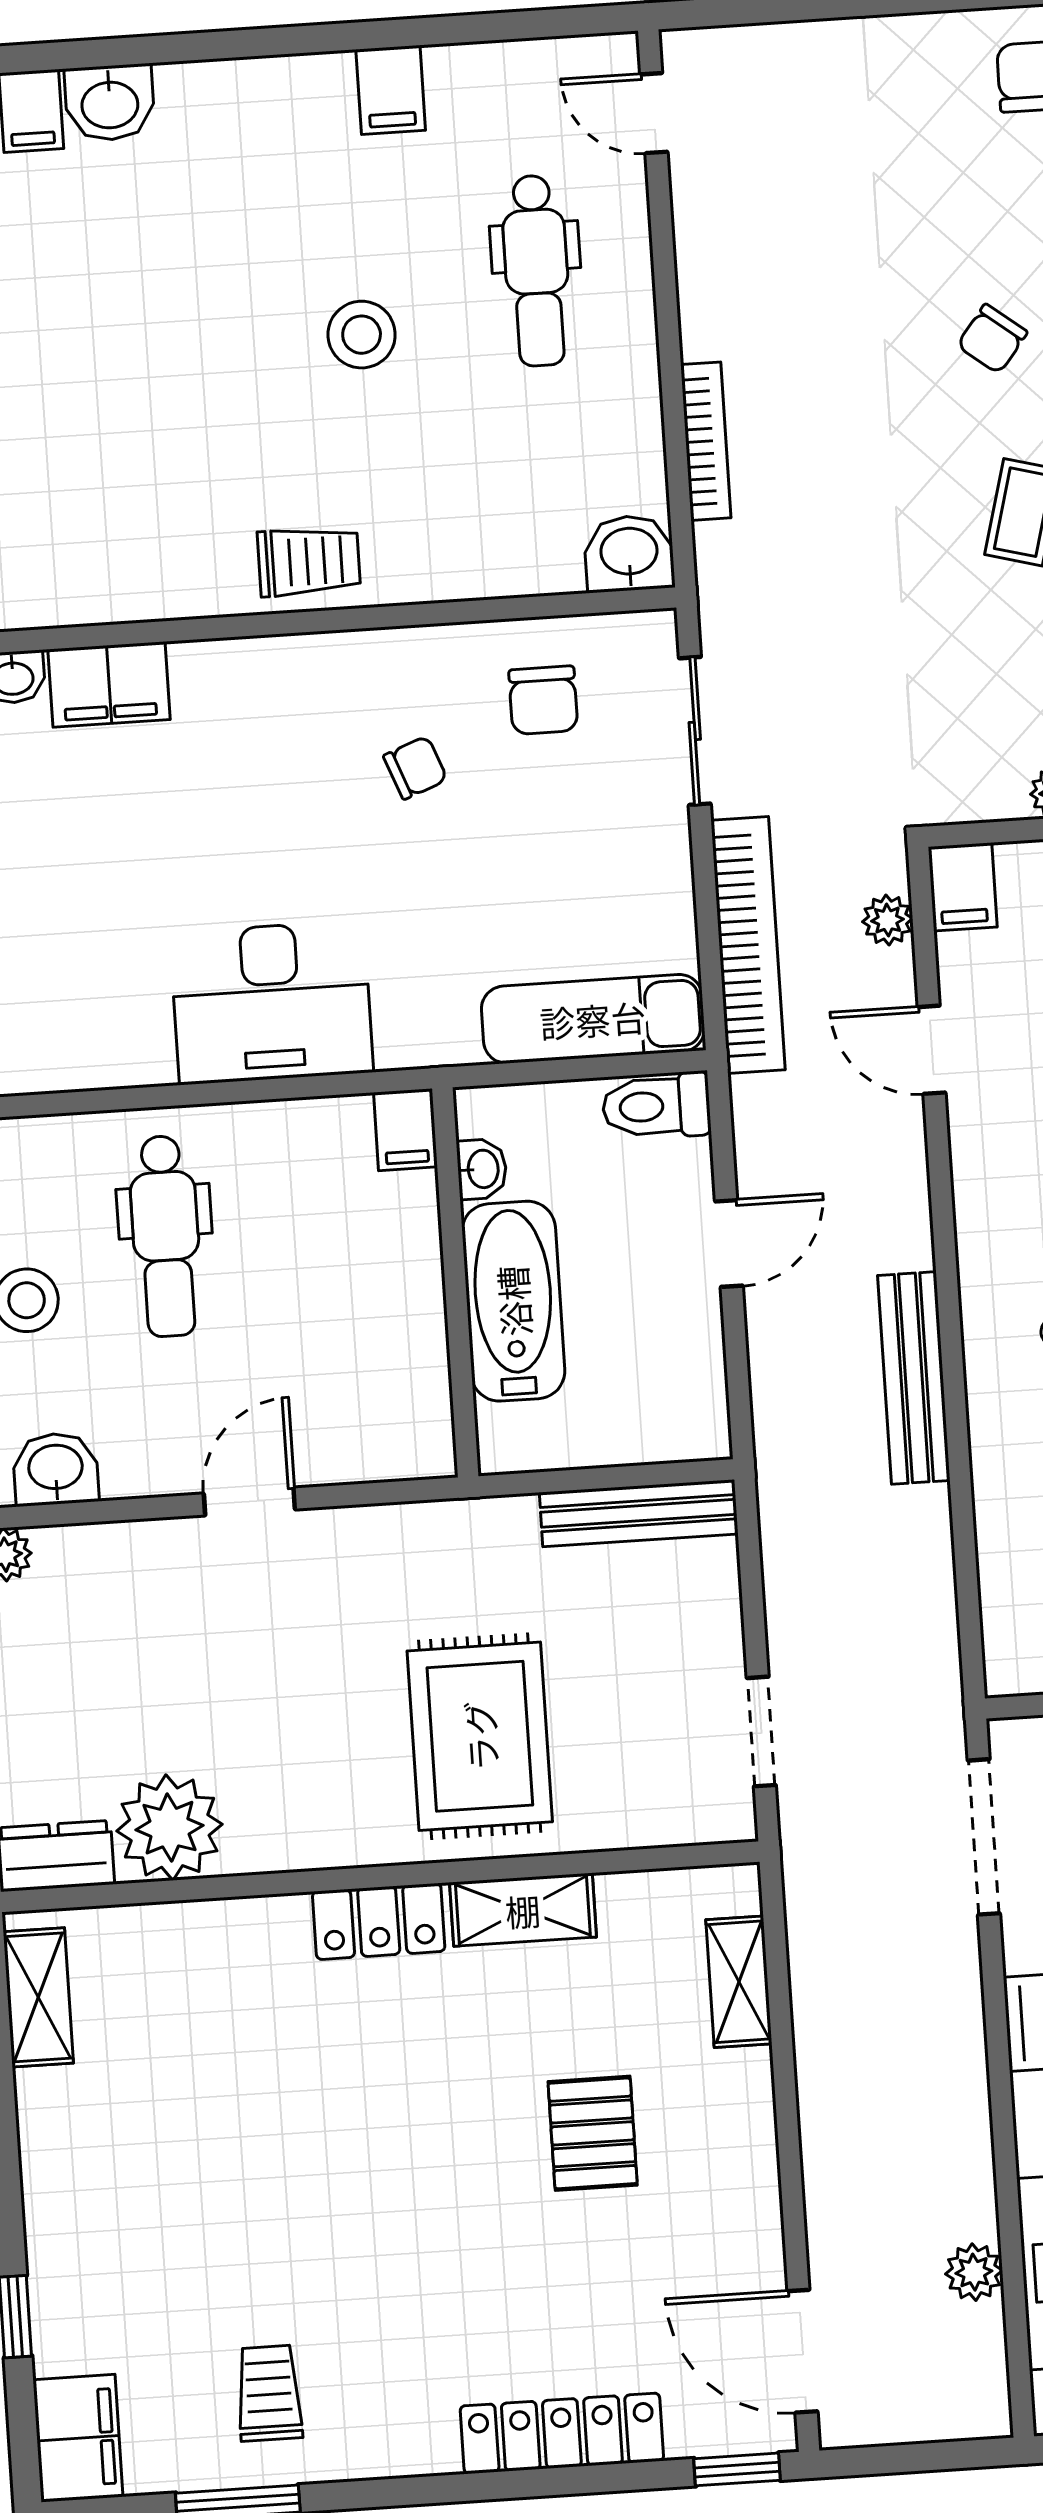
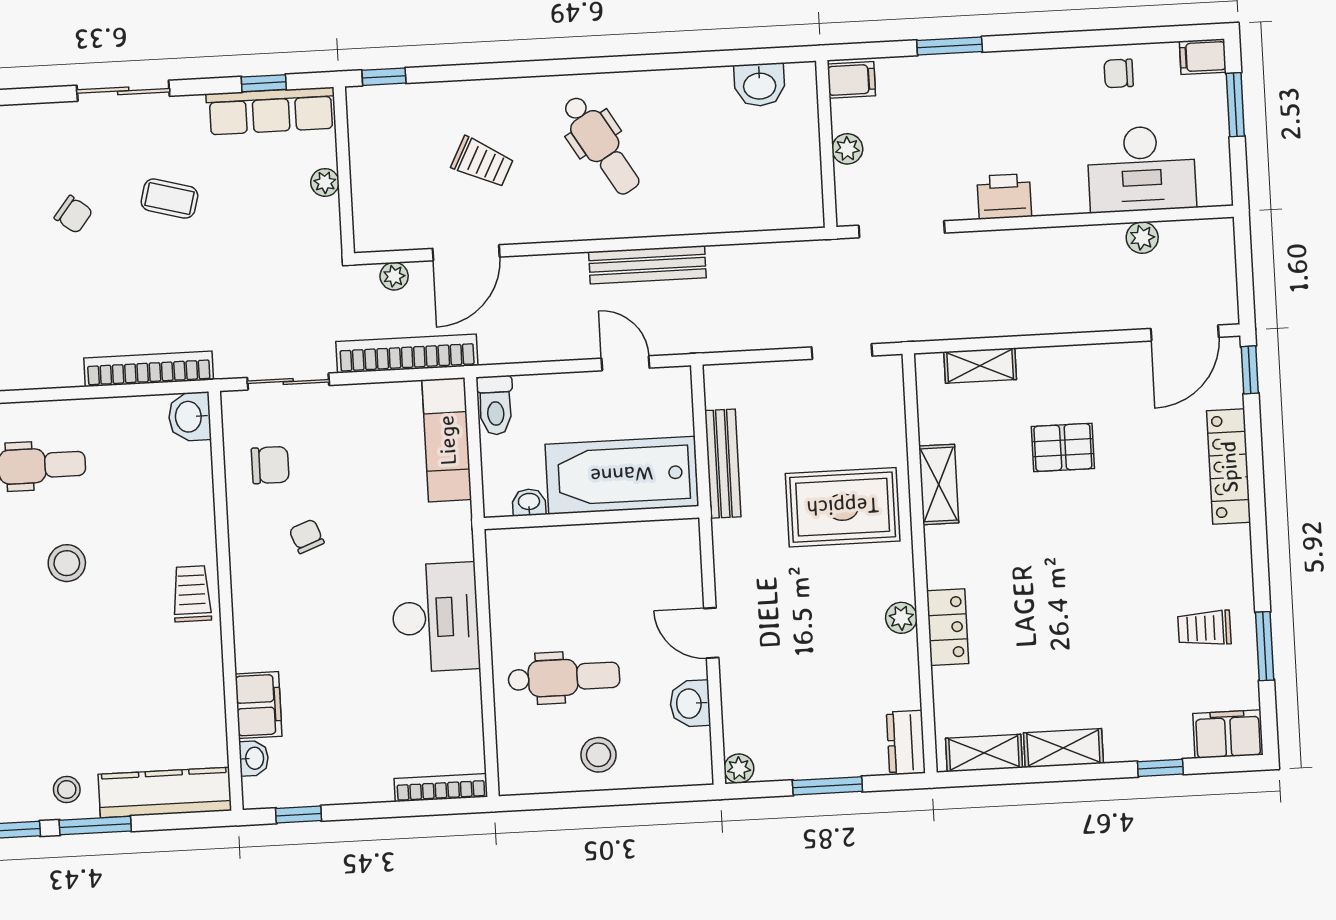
bookcase: (706, 441) -> (149, 369), width x1.48, depth x1.31
filing cabinet: (963, 887) -> (376, 234), removed
door: (932, 1050) -> (466, 253), width x1.38
filing cabinet: (406, 1130) -> (507, 544), removed
door: (729, 1243) -> (625, 363), moved
bathtub: (513, 1301) -> (622, 475), width x1.36, depth x1.36
washbasin: (56, 1469) -> (690, 704), moved
bench: (639, 1513) -> (723, 464), moved
plant: (169, 1828) -> (901, 618), moved, width x0.53, depth x0.53
locker: (379, 1921) -> (948, 627), moved
shelving: (49, 2141) -> (1063, 748), added

